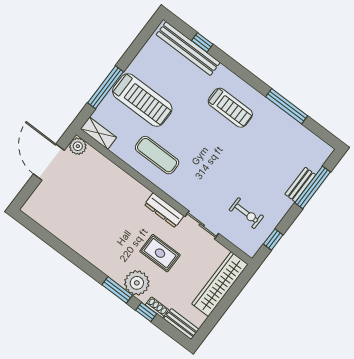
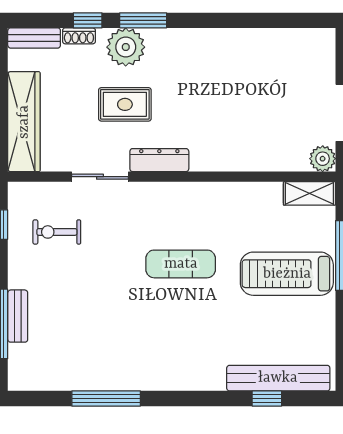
treadmill: (230, 108) -> (173, 345), removed
exercise mat: (157, 155) -> (181, 264), moved

